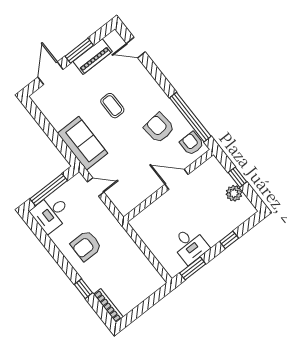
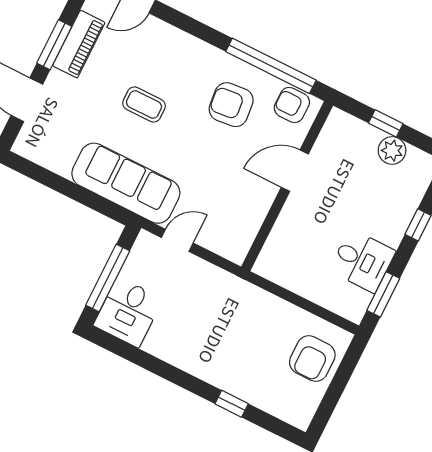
sofa: (83, 143) -> (126, 183), width x1.36
armchair: (86, 246) -> (312, 359), moved
bookcase: (108, 306) -> (282, 411), removed

